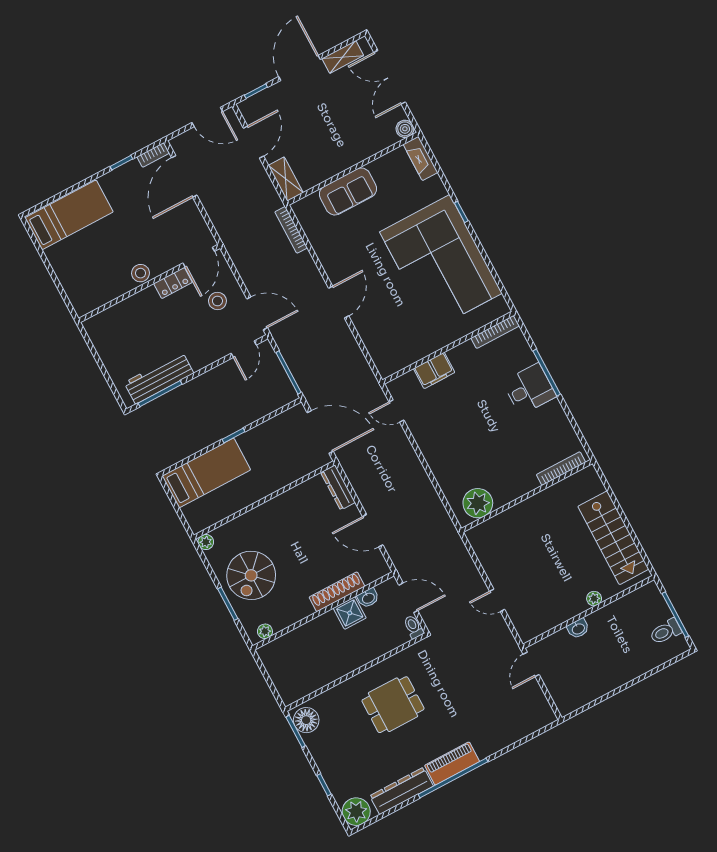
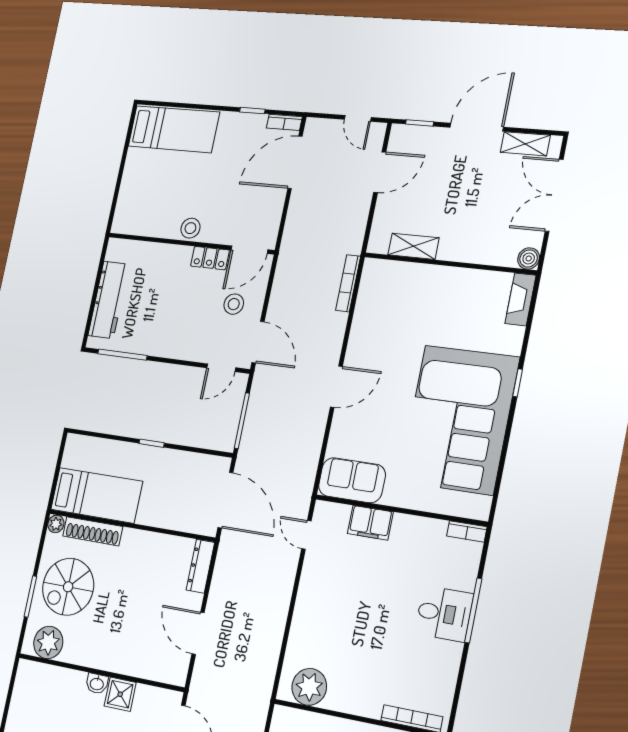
door: (207, 117) -> (358, 118), width x0.73
shelving: (286, 179) -> (413, 246), moved, turned 90
sofa: (348, 191) -> (352, 480), moved, turned 180
bookcase: (495, 332) -> (467, 531), width x0.64
workbench: (159, 378) -> (108, 300), moved, turned 90
bed: (206, 473) -> (96, 495), moved
shoe rack: (337, 592) -> (93, 531), moved, turned 180
washbasin: (368, 598) -> (97, 684), moved
plant: (265, 631) -> (48, 642), width x1.88, depth x1.88

